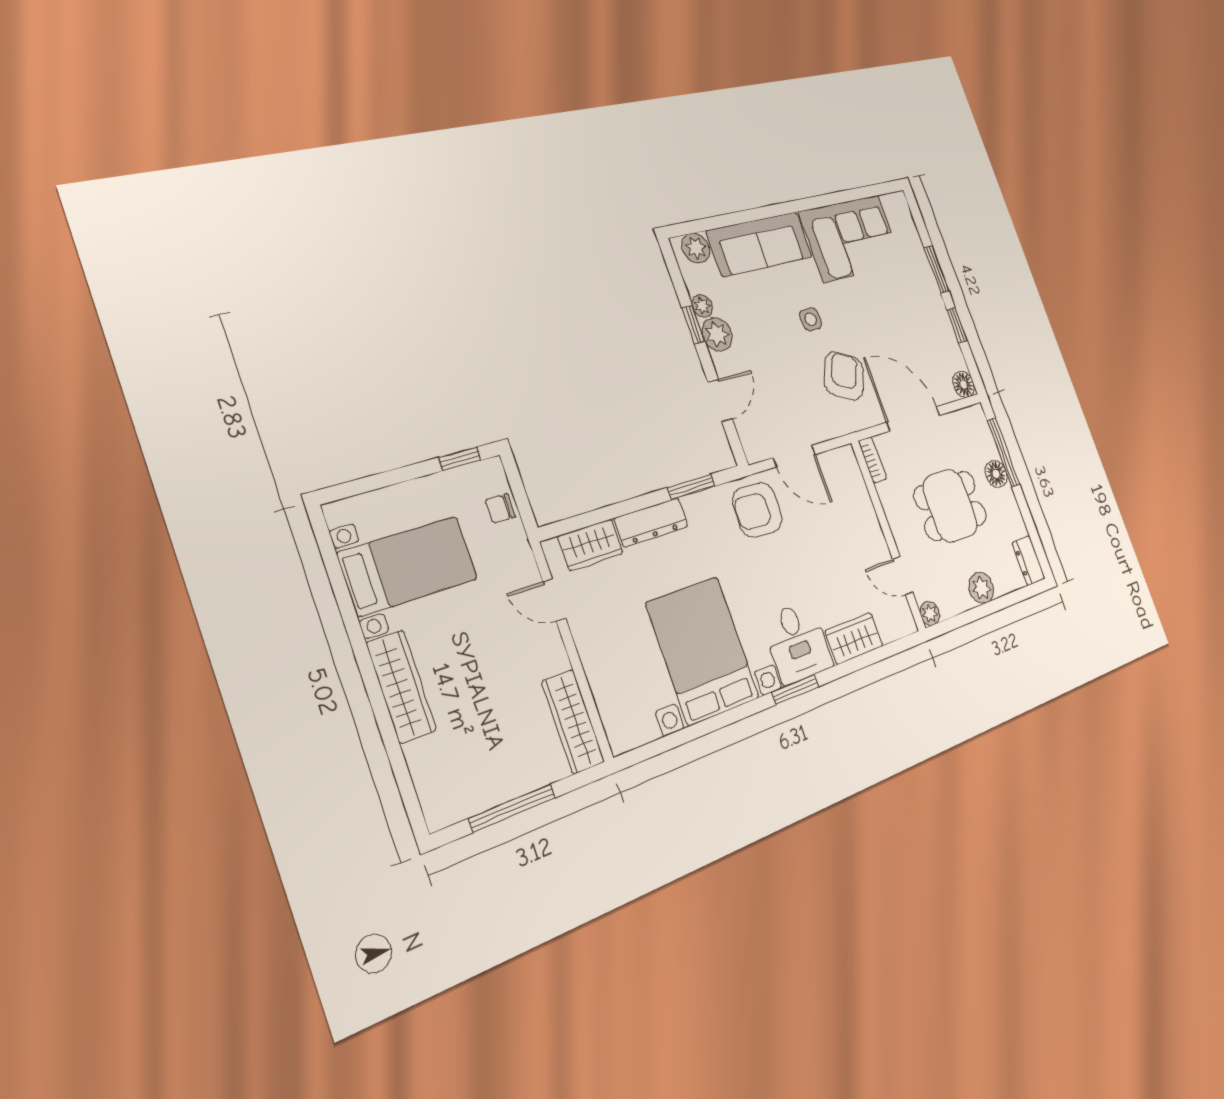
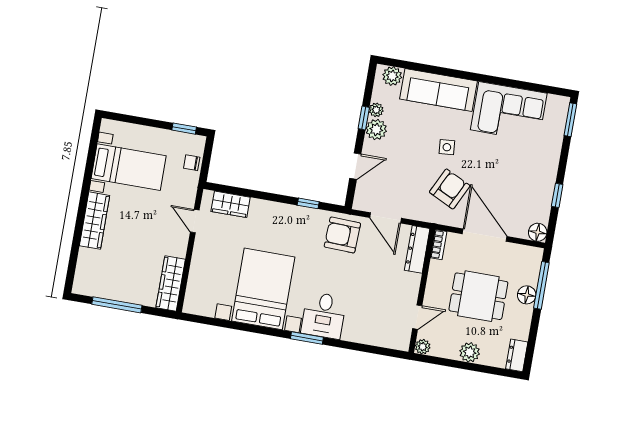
window: (937, 270) -> (570, 120), moved
window: (691, 487) -> (308, 203), width x0.67
dresser: (651, 522) -> (417, 249), moved, turned 90
door: (903, 576) -> (417, 317), swing flipped
wardrobe: (854, 638) -> (362, 333), removed

